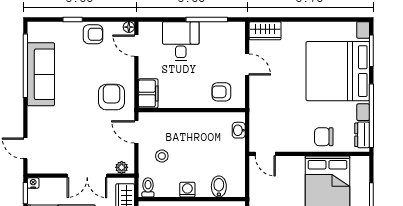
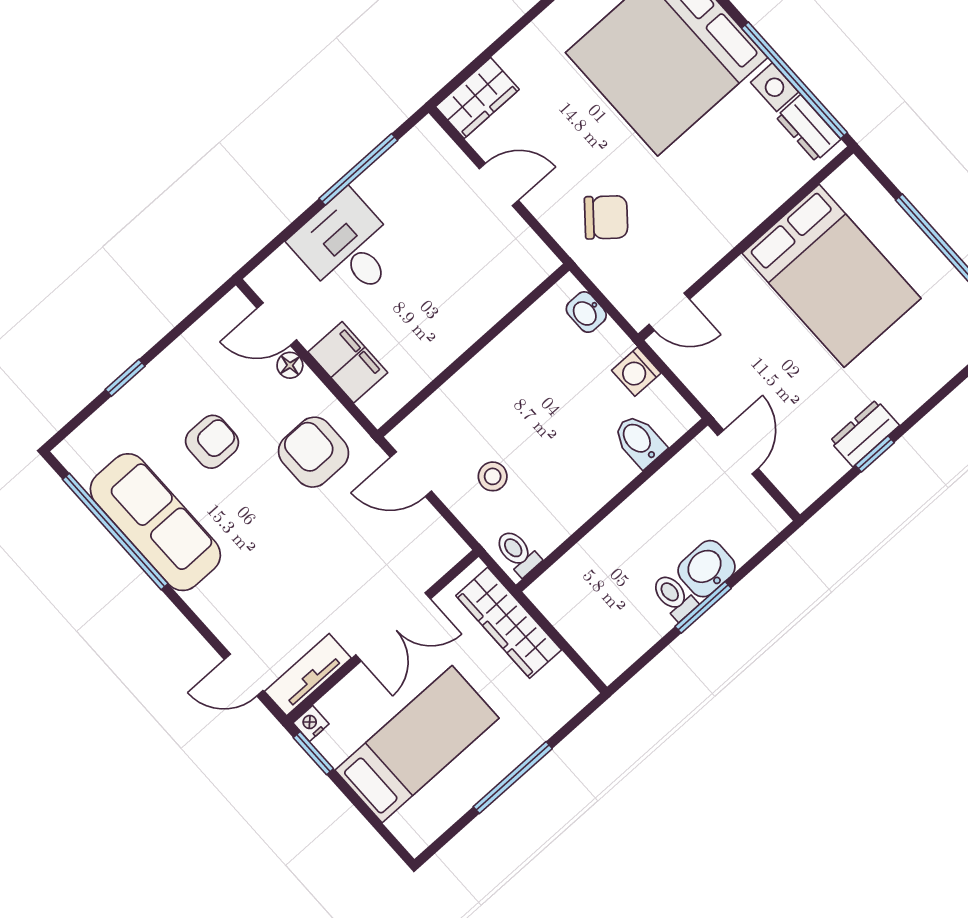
floor lamp: (129, 27) -> (290, 365), moved
armchair: (93, 34) -> (212, 442), moved
armchair: (221, 92) -> (497, 272), removed
filing cabinet: (148, 93) -> (348, 362), moved
chair: (324, 137) -> (606, 217), moved, turned -140
tv unit: (46, 167) -> (308, 675), added
plant: (122, 167) -> (440, 559), removed
washing machine: (187, 190) -> (636, 372), moved, turned -90

